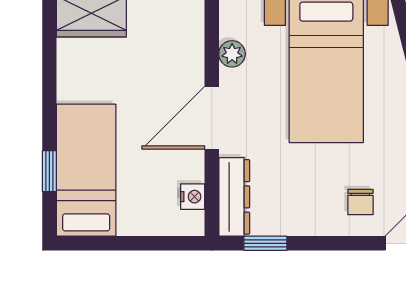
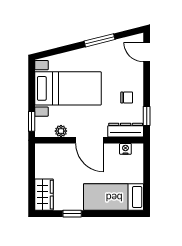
window: (49, 171) -> (72, 214), moved
chair: (360, 202) -> (127, 98), moved

